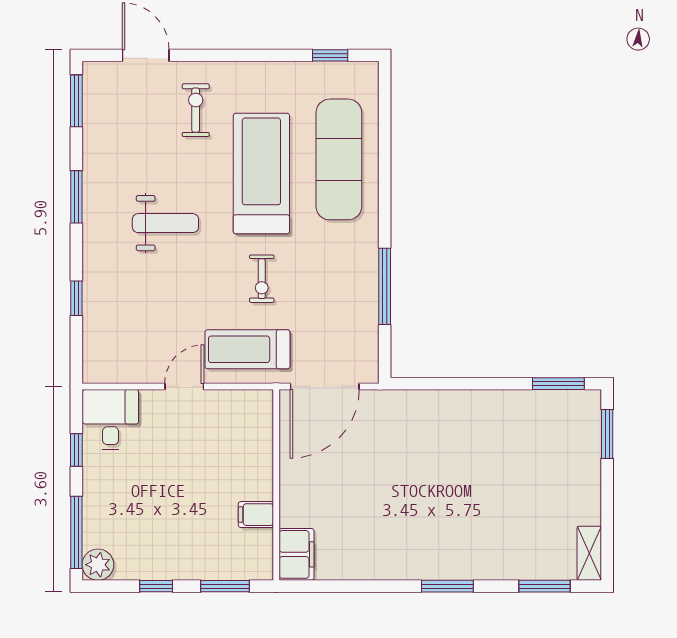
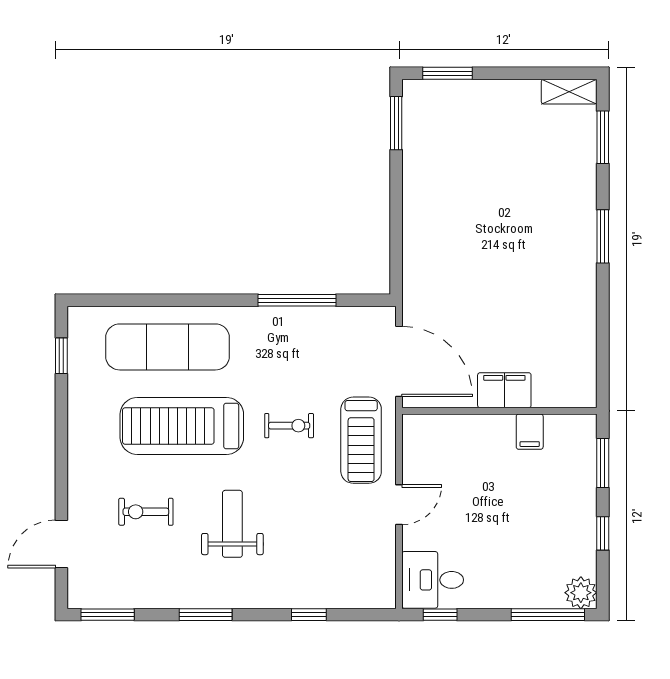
exercise bike: (196, 110) -> (146, 512), moved
door: (184, 386) -> (399, 505), swing flipped
window: (76, 450) -> (440, 615), moved
filing cabinet: (296, 554) -> (504, 390), moved

